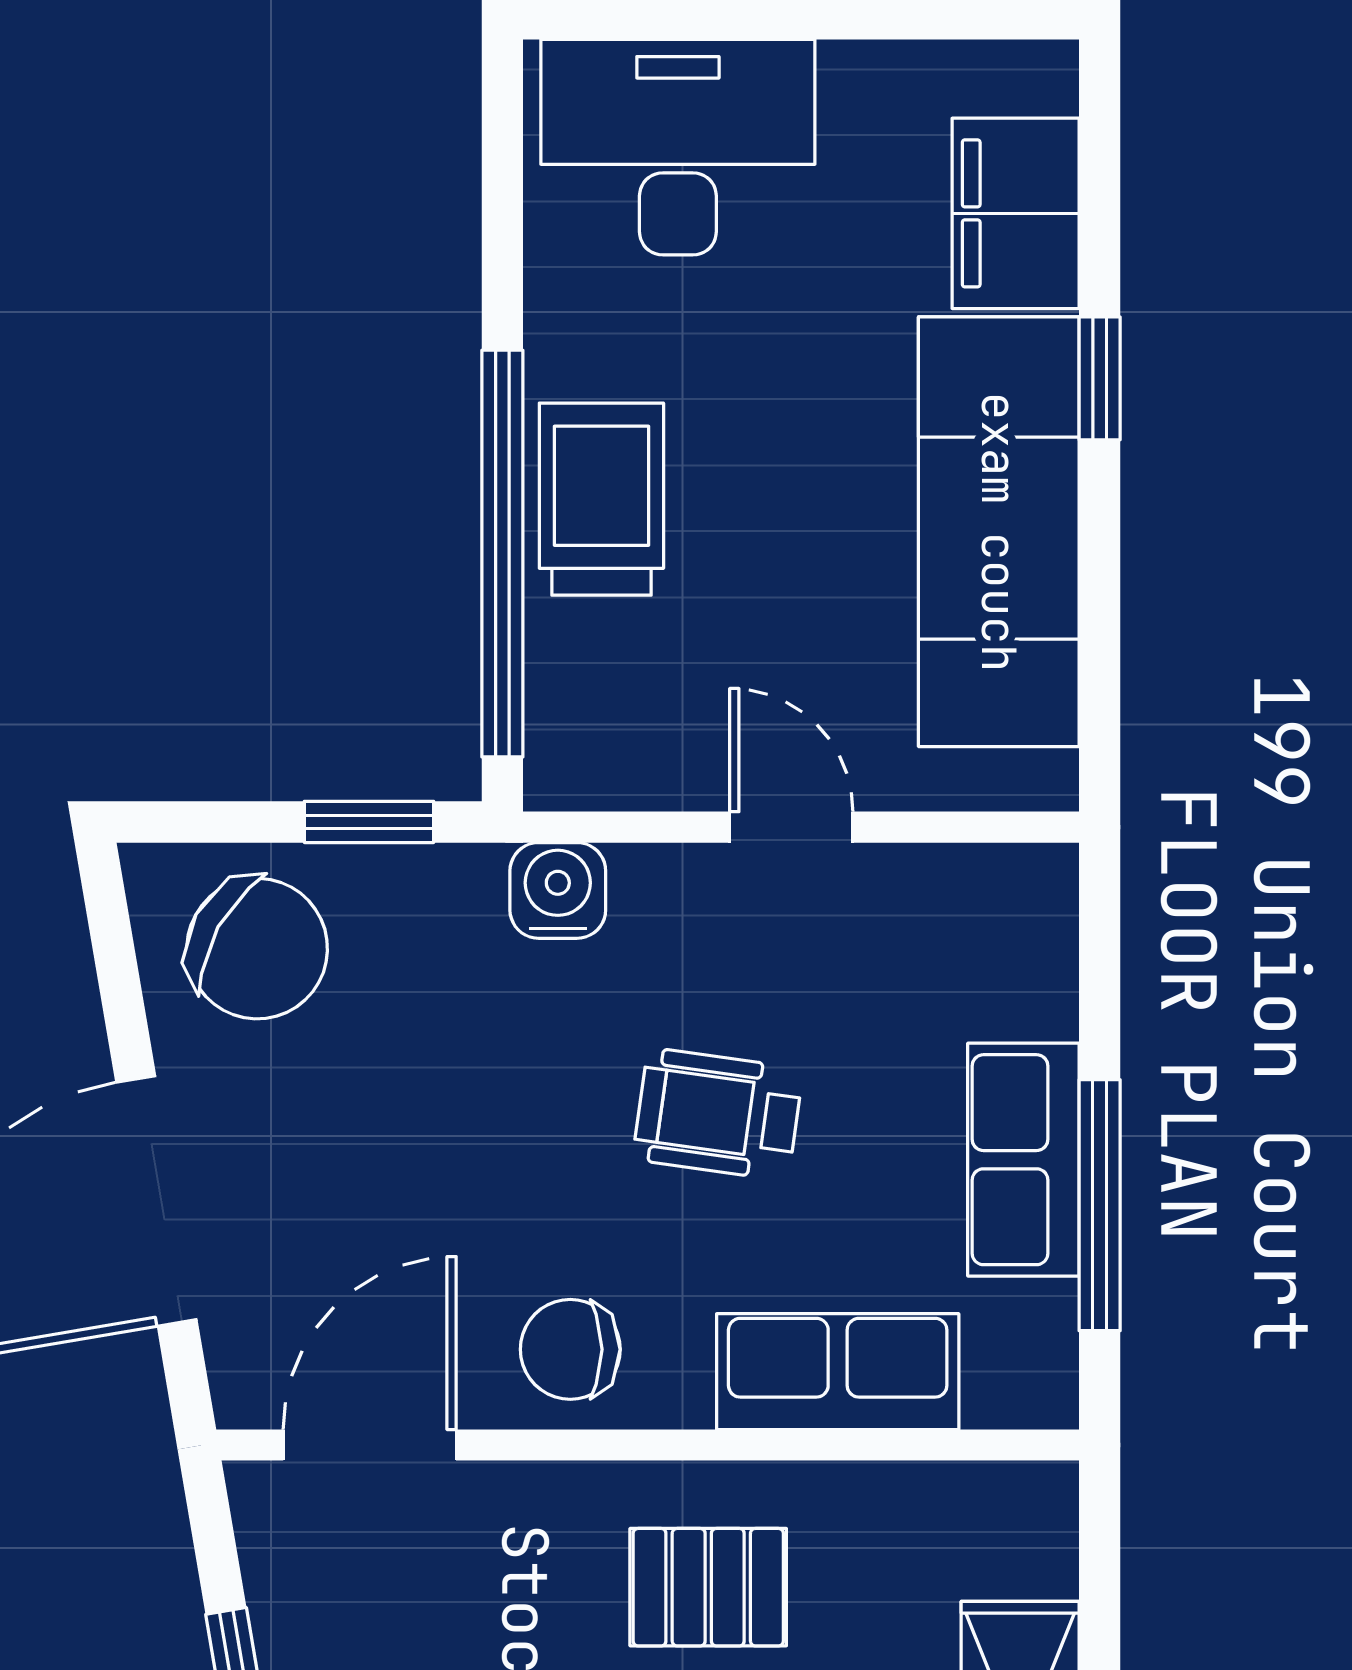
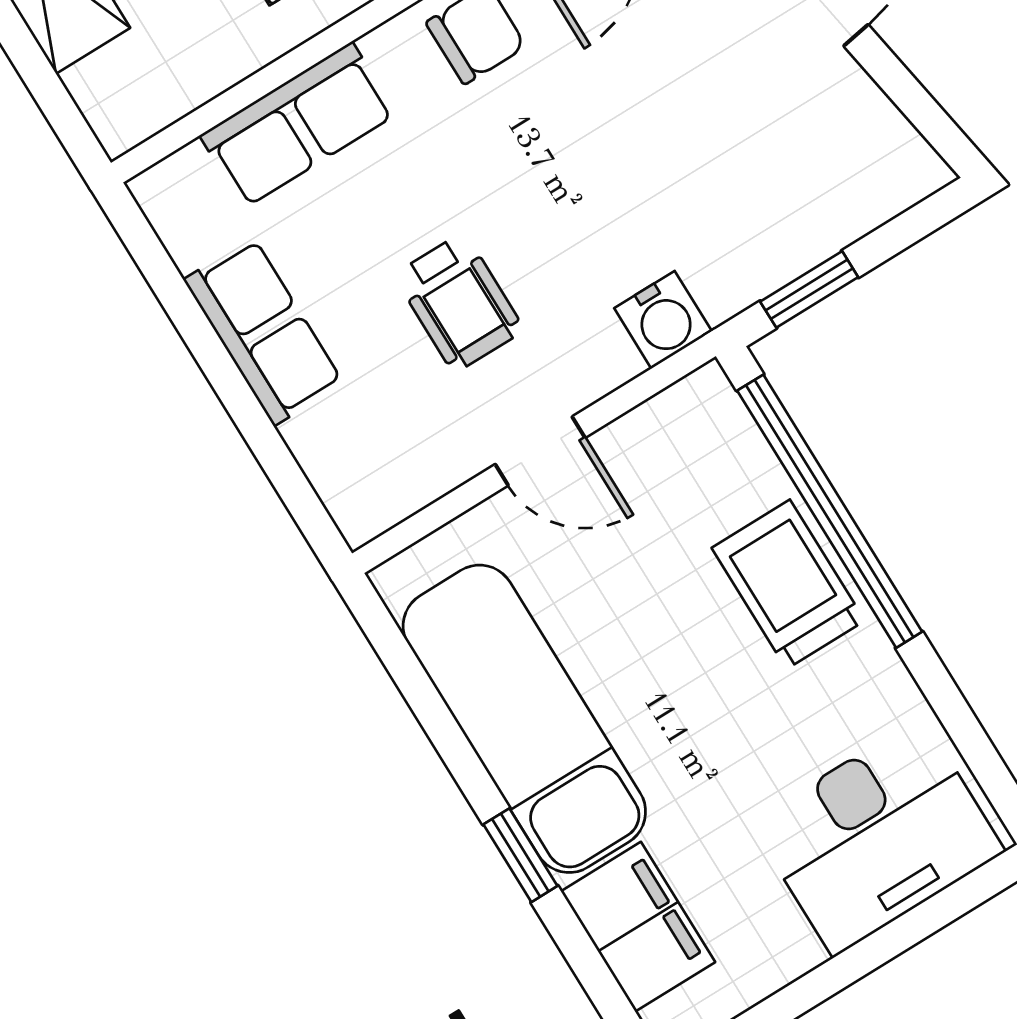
trolley: (601, 499) -> (788, 584), turned 180
chair: (257, 949) -> (830, 166), removed
wheelchair: (718, 1114) -> (459, 302), moved, turned 82
window: (1100, 1205) -> (197, 332), removed

